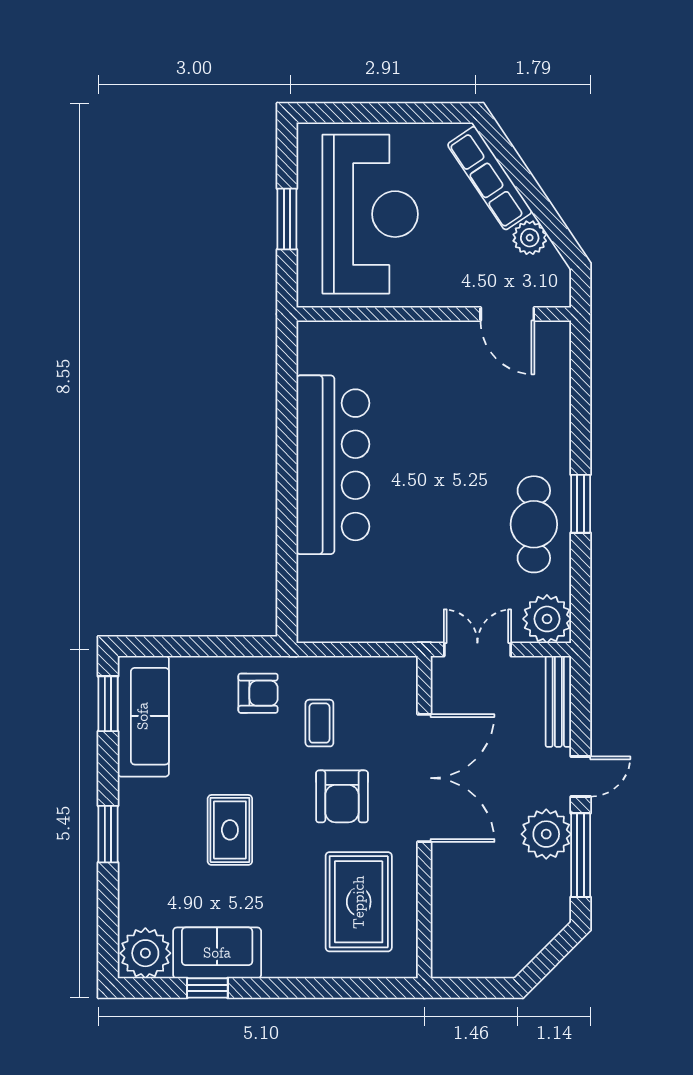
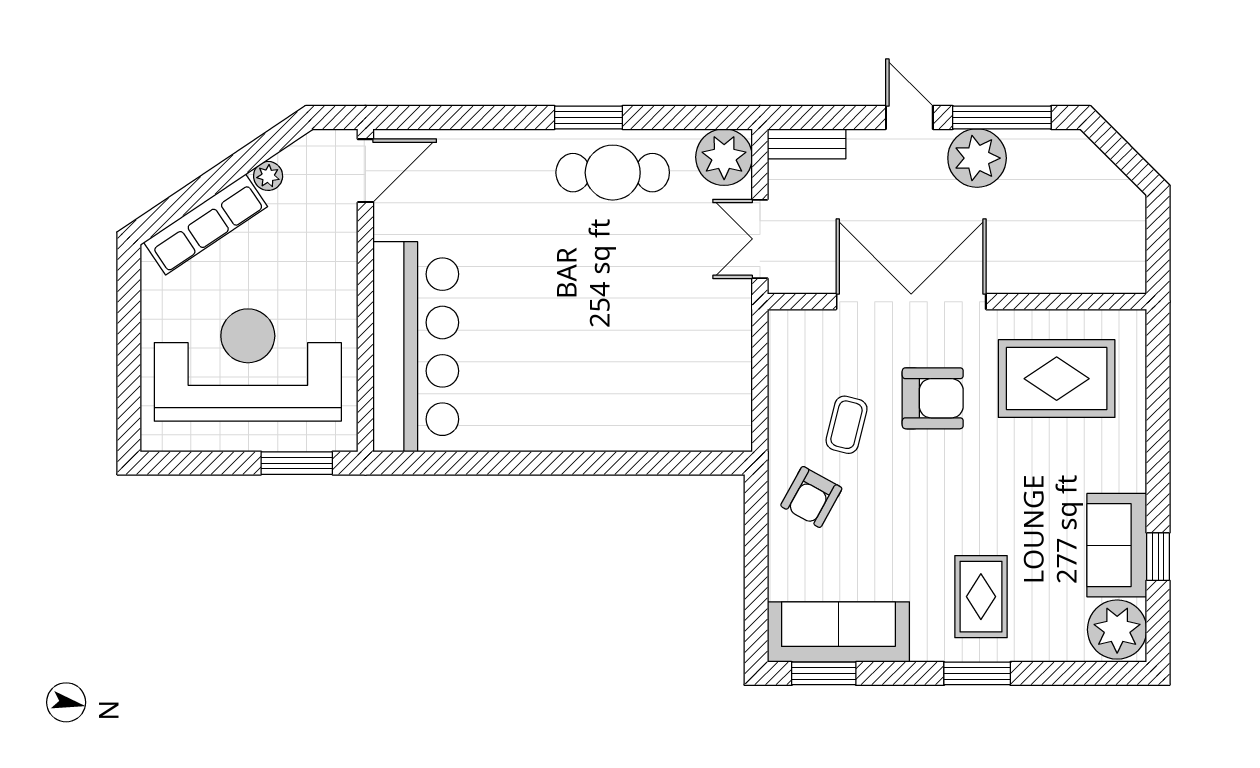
window: (287, 219) -> (297, 463), moved
plant: (530, 238) -> (268, 176), width x0.73, depth x0.73
door: (507, 314) -> (365, 171), moved
bar counter: (333, 465) -> (416, 347), moved, turned 90
armchair: (258, 693) -> (811, 497), turned -151
bench: (558, 701) -> (807, 144), width x0.73
coffee table: (319, 723) -> (847, 425), turned -76
rug: (230, 830) -> (981, 597), moved, turned 90

